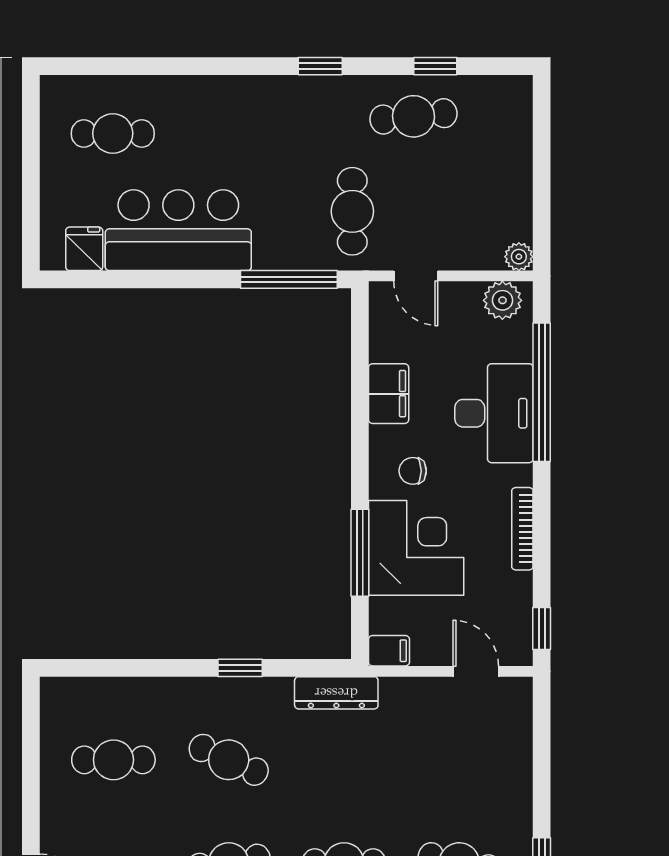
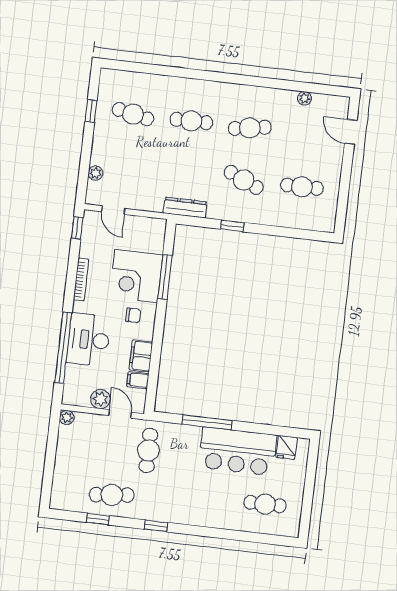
window: (289, 279) -> (207, 422), moved
plant: (502, 300) -> (100, 399), moved
filing cabinet: (389, 651) -> (138, 380), moved
plant: (519, 739) -> (95, 173), added

